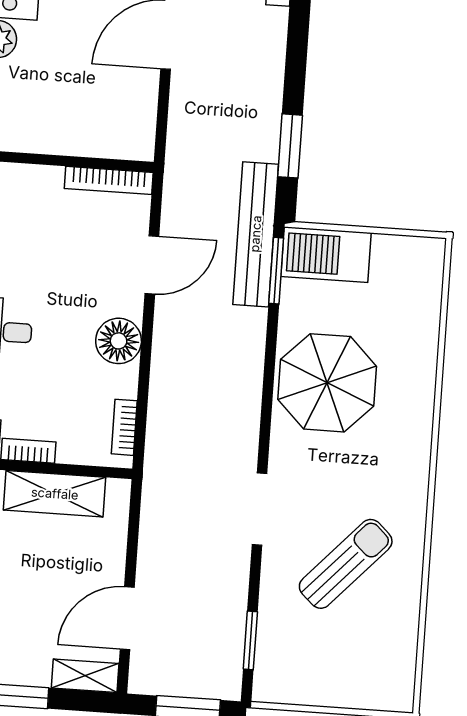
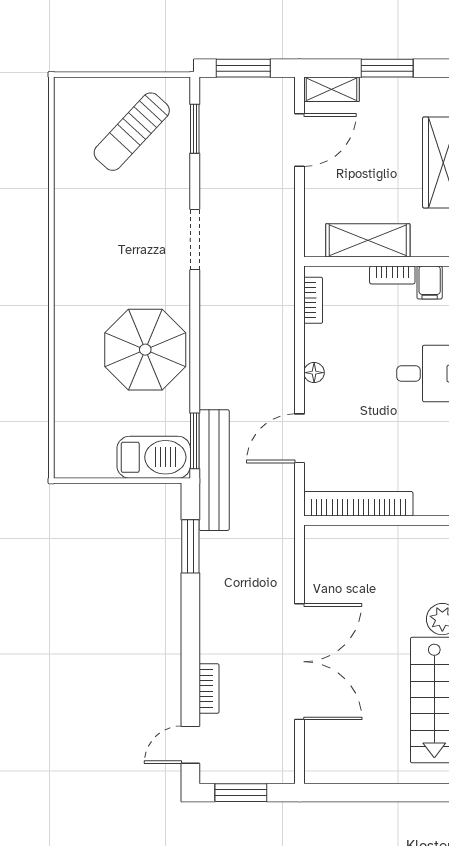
bookcase: (109, 180) -> (358, 504), width x1.48, depth x1.31
floor lamp: (119, 341) -> (314, 373), width x0.53, depth x0.53
sun lounger: (346, 564) -> (132, 132), moved

